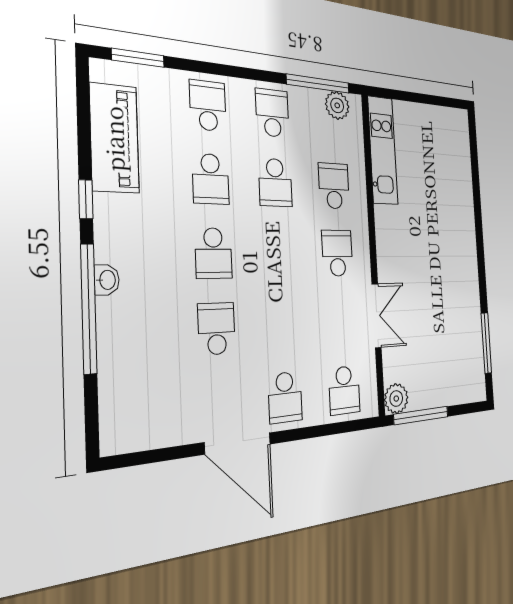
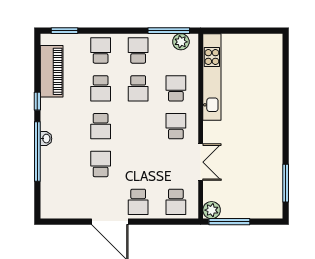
kitchen unit: (383, 150) -> (212, 77), width x1.36

